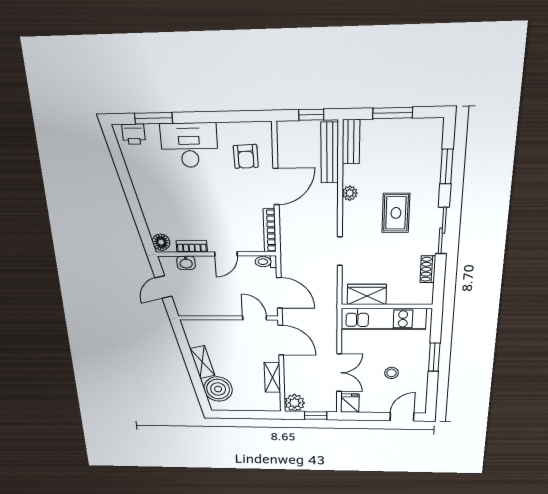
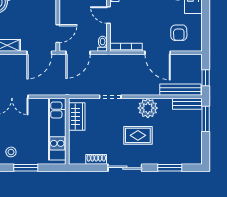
window: (393, 113) -> (206, 119), moved
armchair: (246, 156) -> (179, 33), turned -89
plant: (350, 193) -> (148, 108), width x1.88, depth x1.88
stool: (392, 373) -> (11, 152), moved

